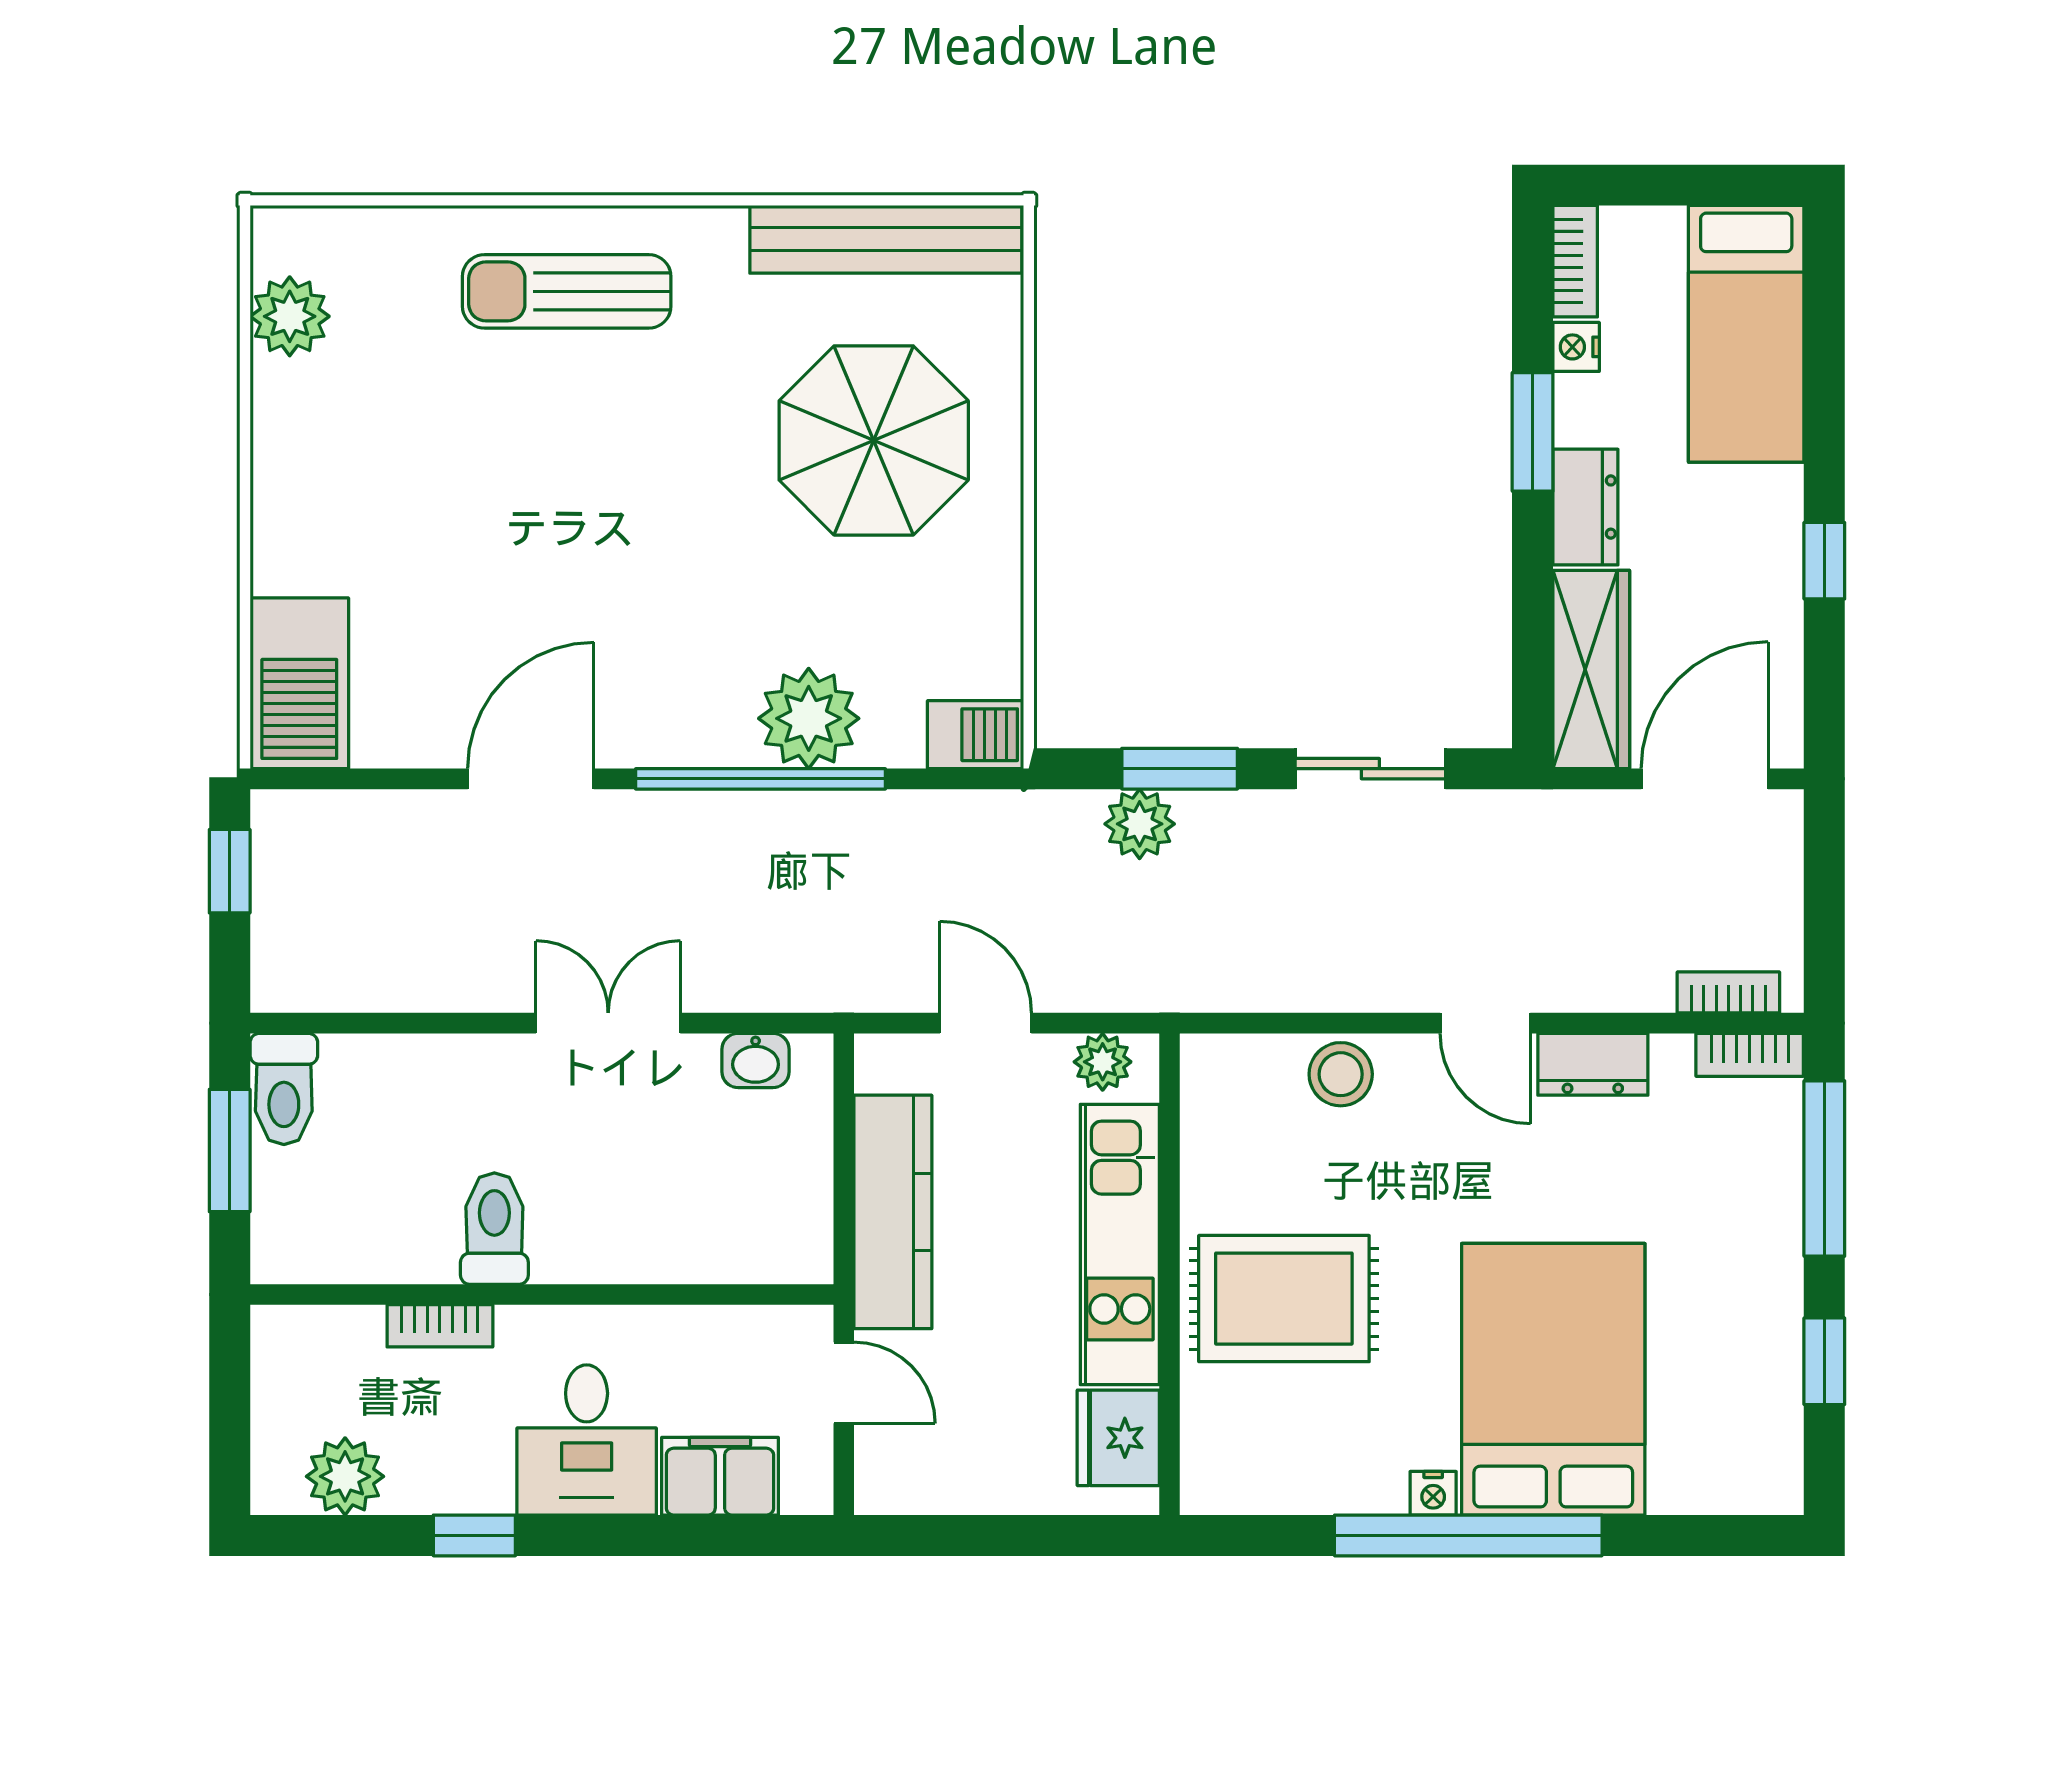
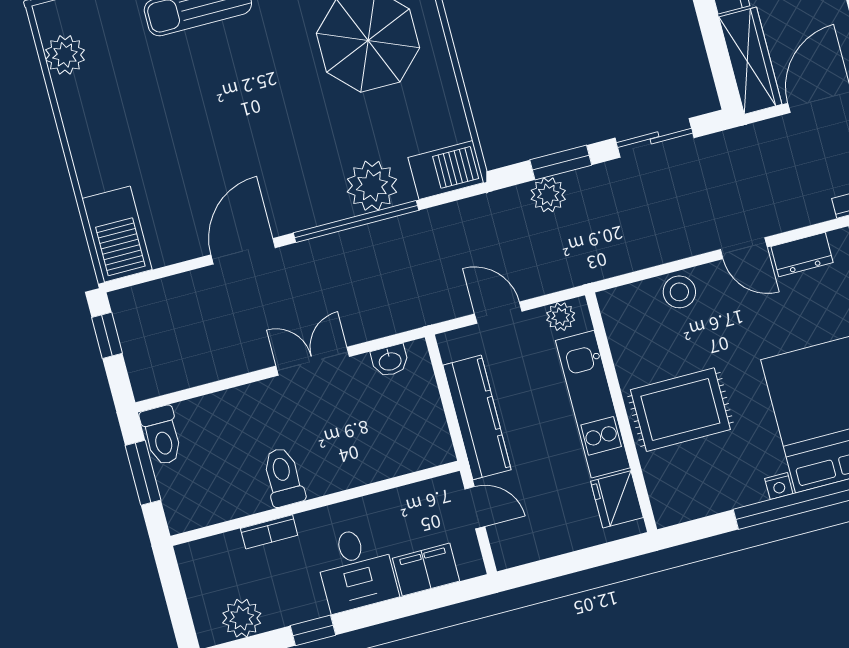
barbecue: (975, 735) -> (446, 170), width x1.38, depth x1.27

